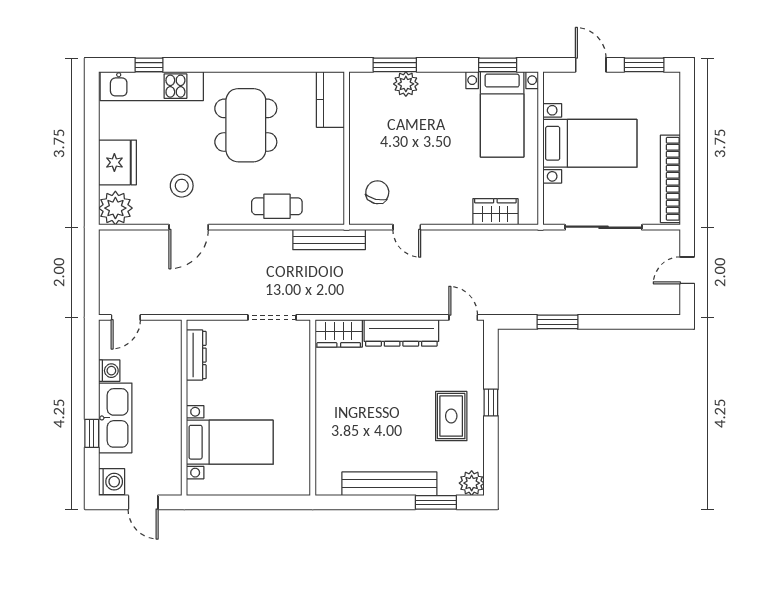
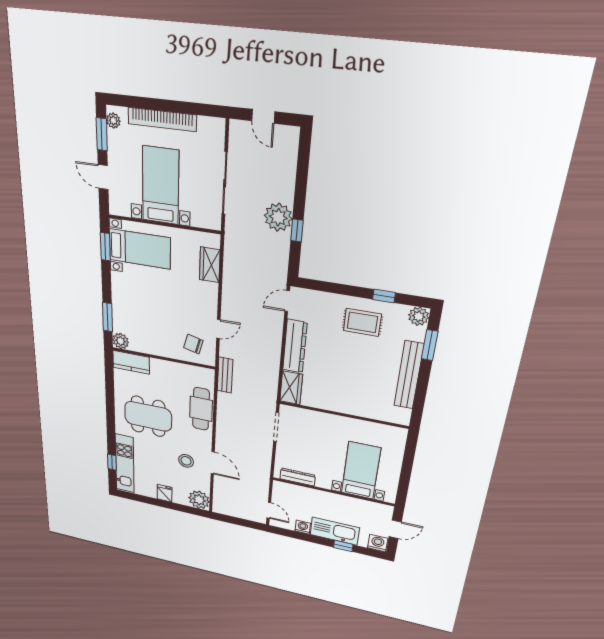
door: (591, 65) -> (103, 177), hinge flipped
plant: (662, 81) -> (113, 121), added
plant: (406, 84) -> (121, 341), moved
fridge: (117, 162) -> (165, 493), width x0.53, depth x0.75
bookcase: (670, 179) -> (162, 119), moved
cafe table: (277, 206) -> (201, 409), width x1.37, depth x1.35
bench: (329, 240) -> (225, 375), width x0.73
plant: (571, 297) -> (278, 217), added
window: (558, 322) -> (297, 230), width x0.67
window: (491, 403) -> (384, 296), moved

